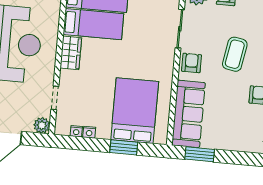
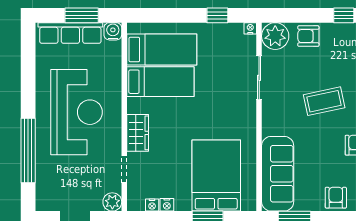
wardrobe: (71, 53) -> (138, 133), moved
coffee table: (235, 54) -> (324, 101), turned 68
armchair: (192, 63) -> (336, 198), moved

